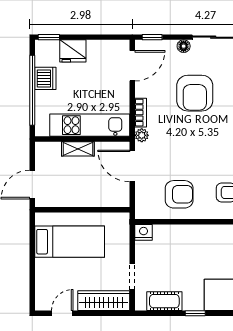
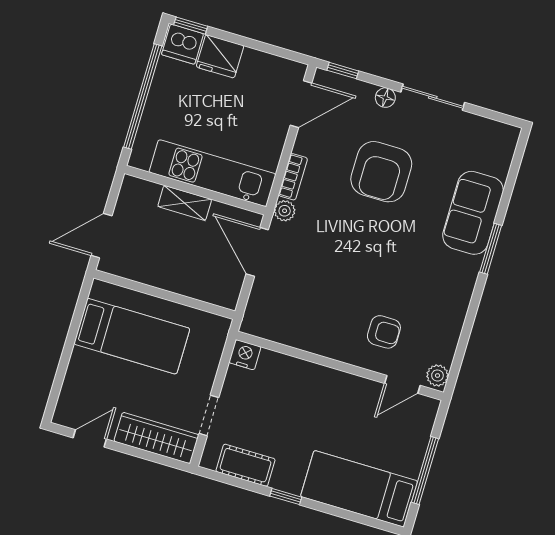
dishwasher: (45, 78) -> (183, 44), moved, turned 90
armchair: (179, 194) -> (314, 314), removed

